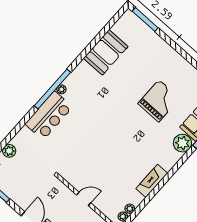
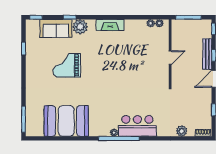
booth: (106, 52) -> (66, 121), width x1.36, depth x1.42
fireplace: (152, 181) -> (110, 25), moved
door: (84, 199) -> (170, 58), swing flipped

